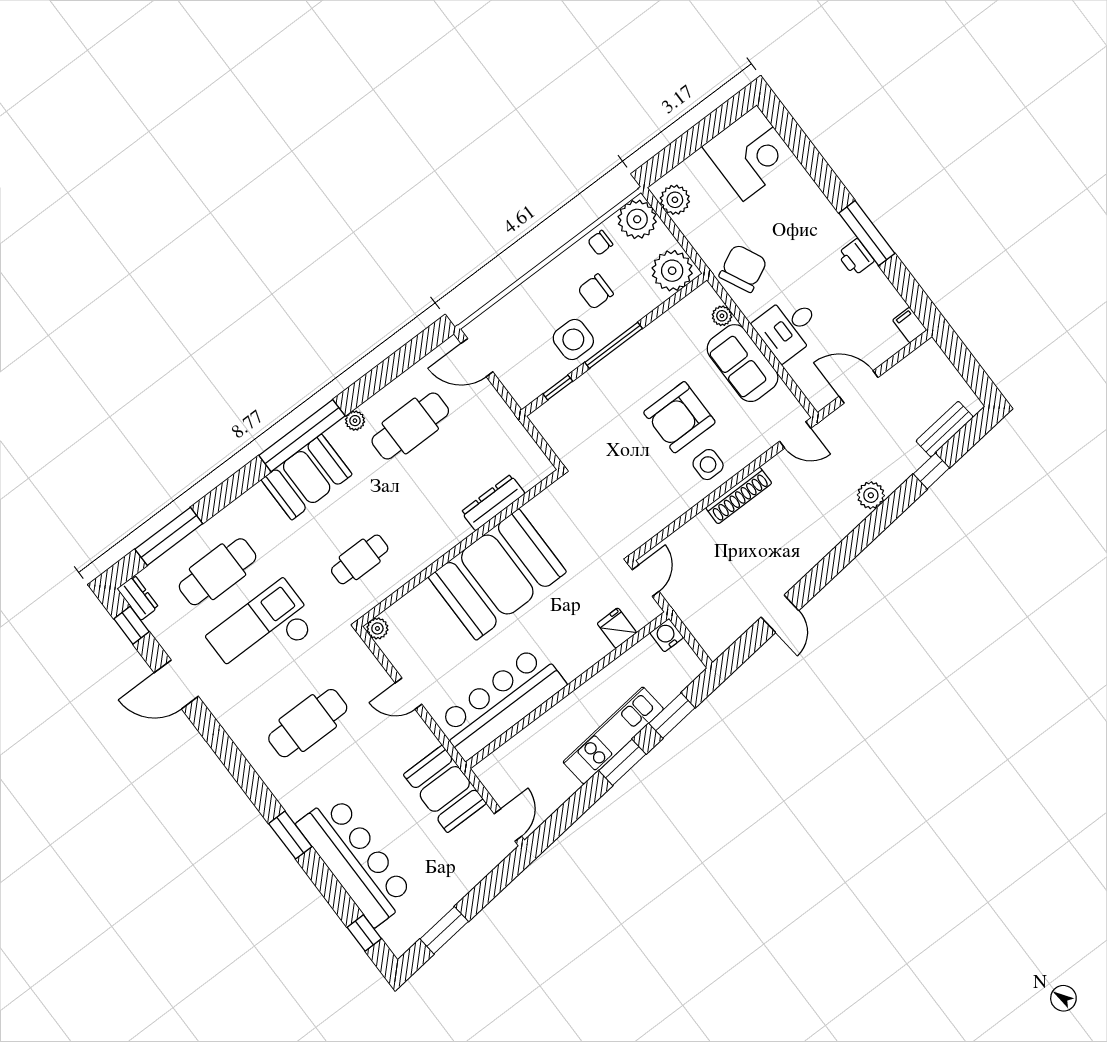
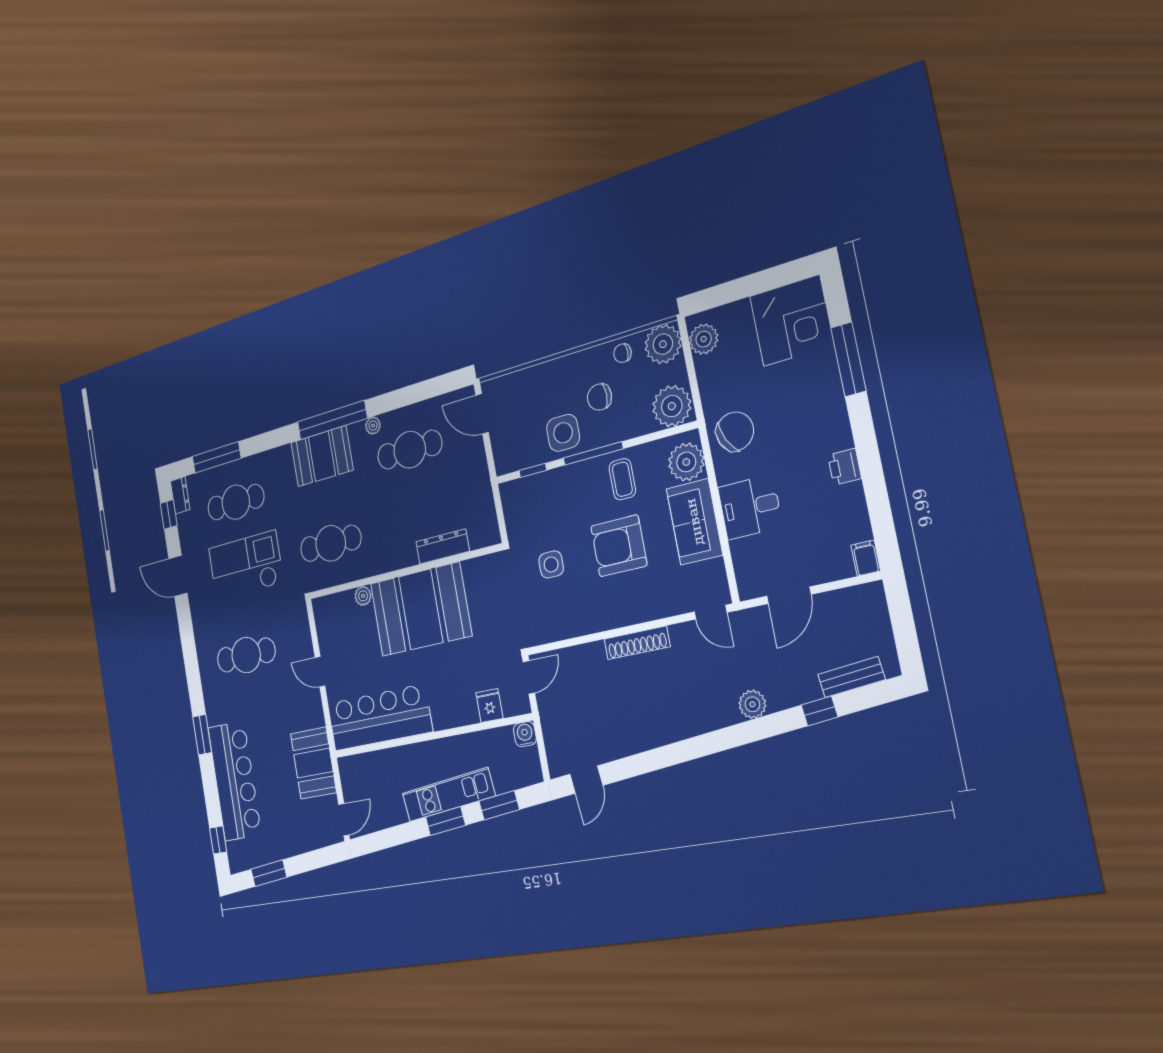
window: (867, 233) -> (848, 359), moved
plant: (722, 316) -> (686, 462), width x1.88, depth x1.88
coffee table: (654, 356) -> (622, 479), added
door: (859, 387) -> (789, 595), swing flipped
side table: (708, 465) -> (551, 564), moved
cafe table: (360, 559) -> (331, 543), width x1.37, depth x1.35
door: (780, 614) -> (586, 780), moved
plant: (377, 628) -> (363, 596), moved

